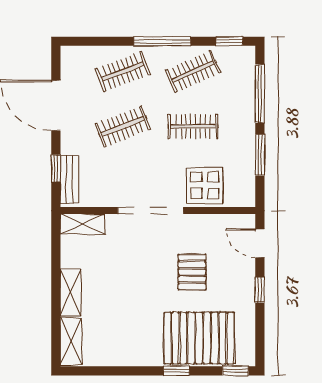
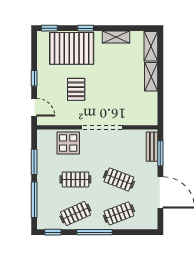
clothes rail: (123, 126) -> (119, 179), turned 42
window: (56, 168) -> (160, 153), width x1.50
shelving: (82, 224) -> (116, 37), moved

